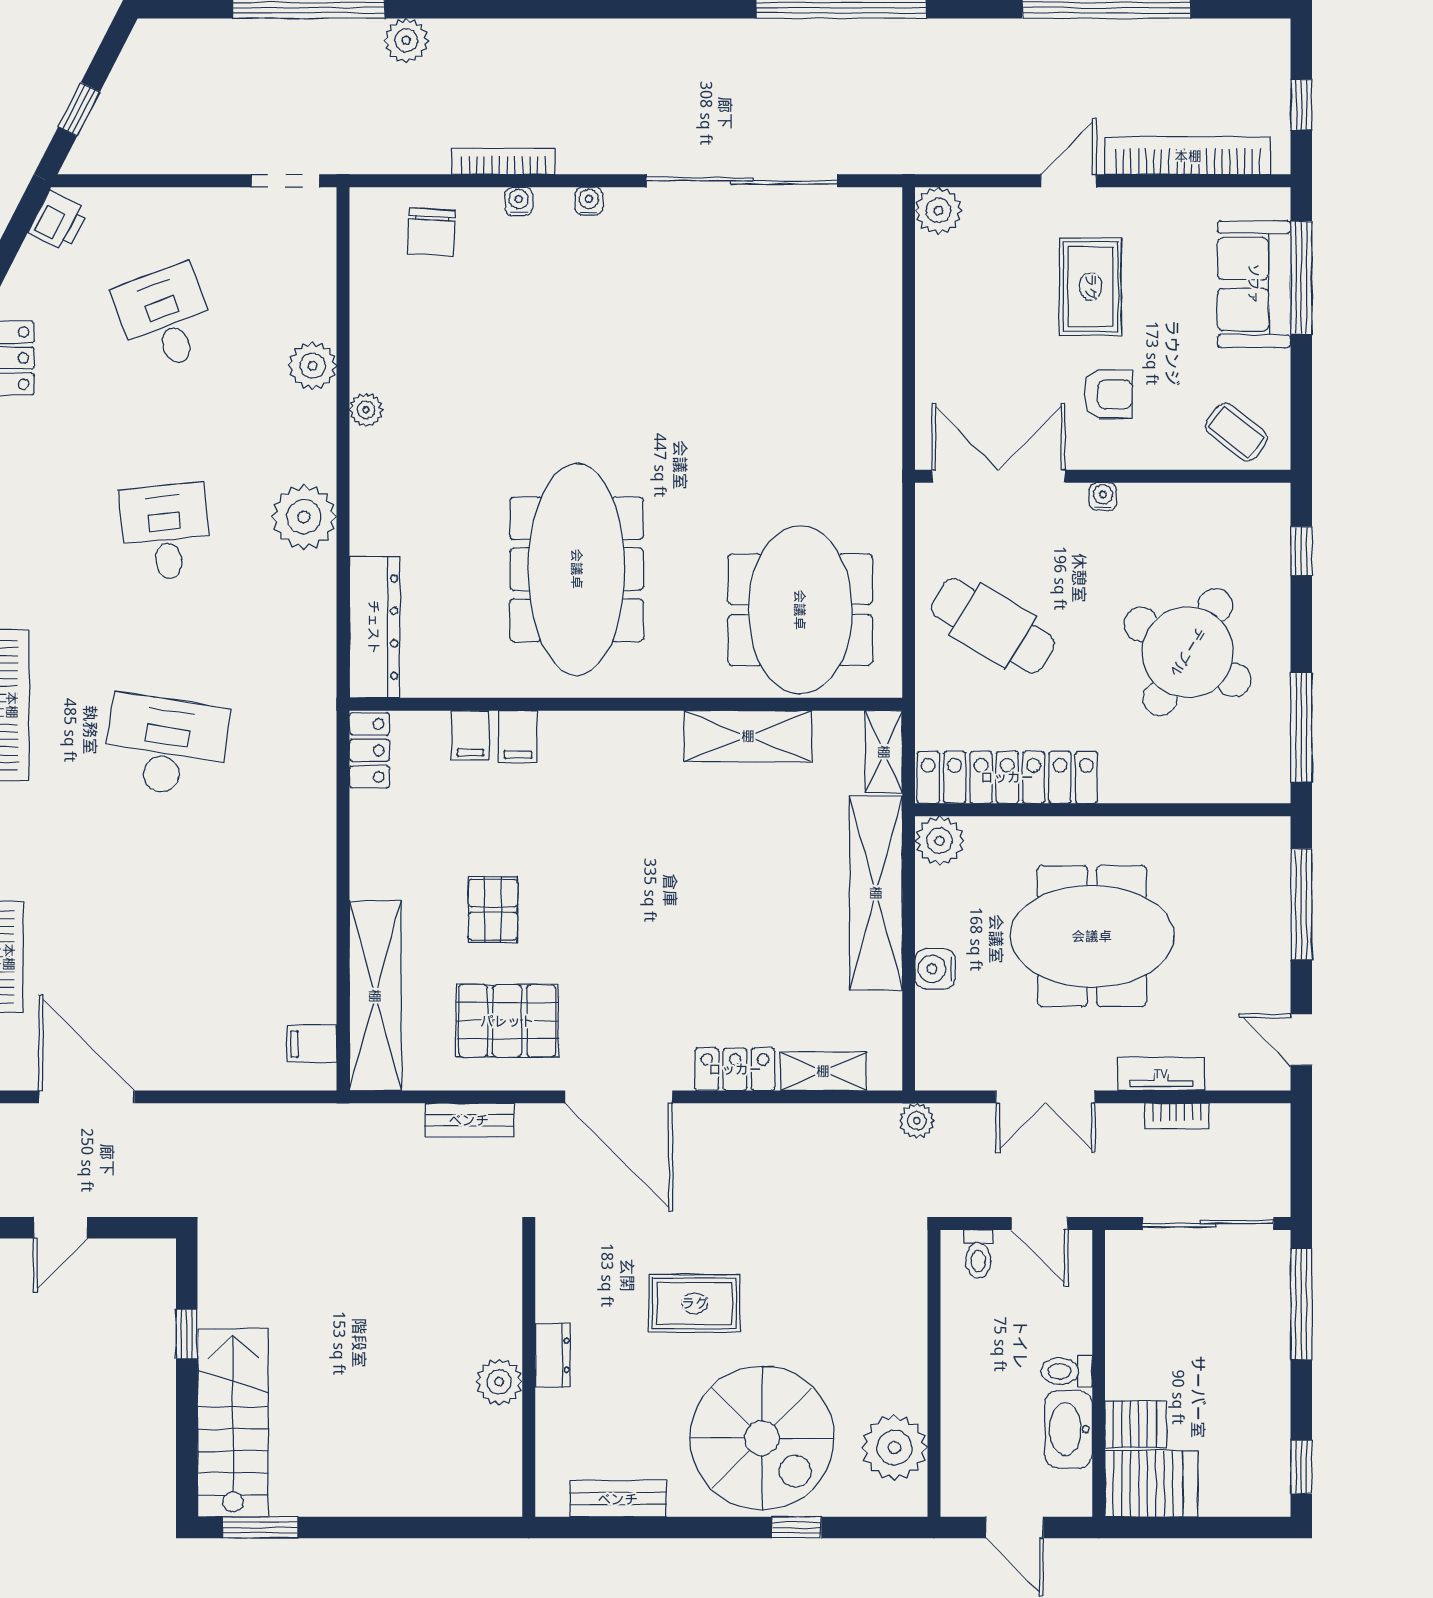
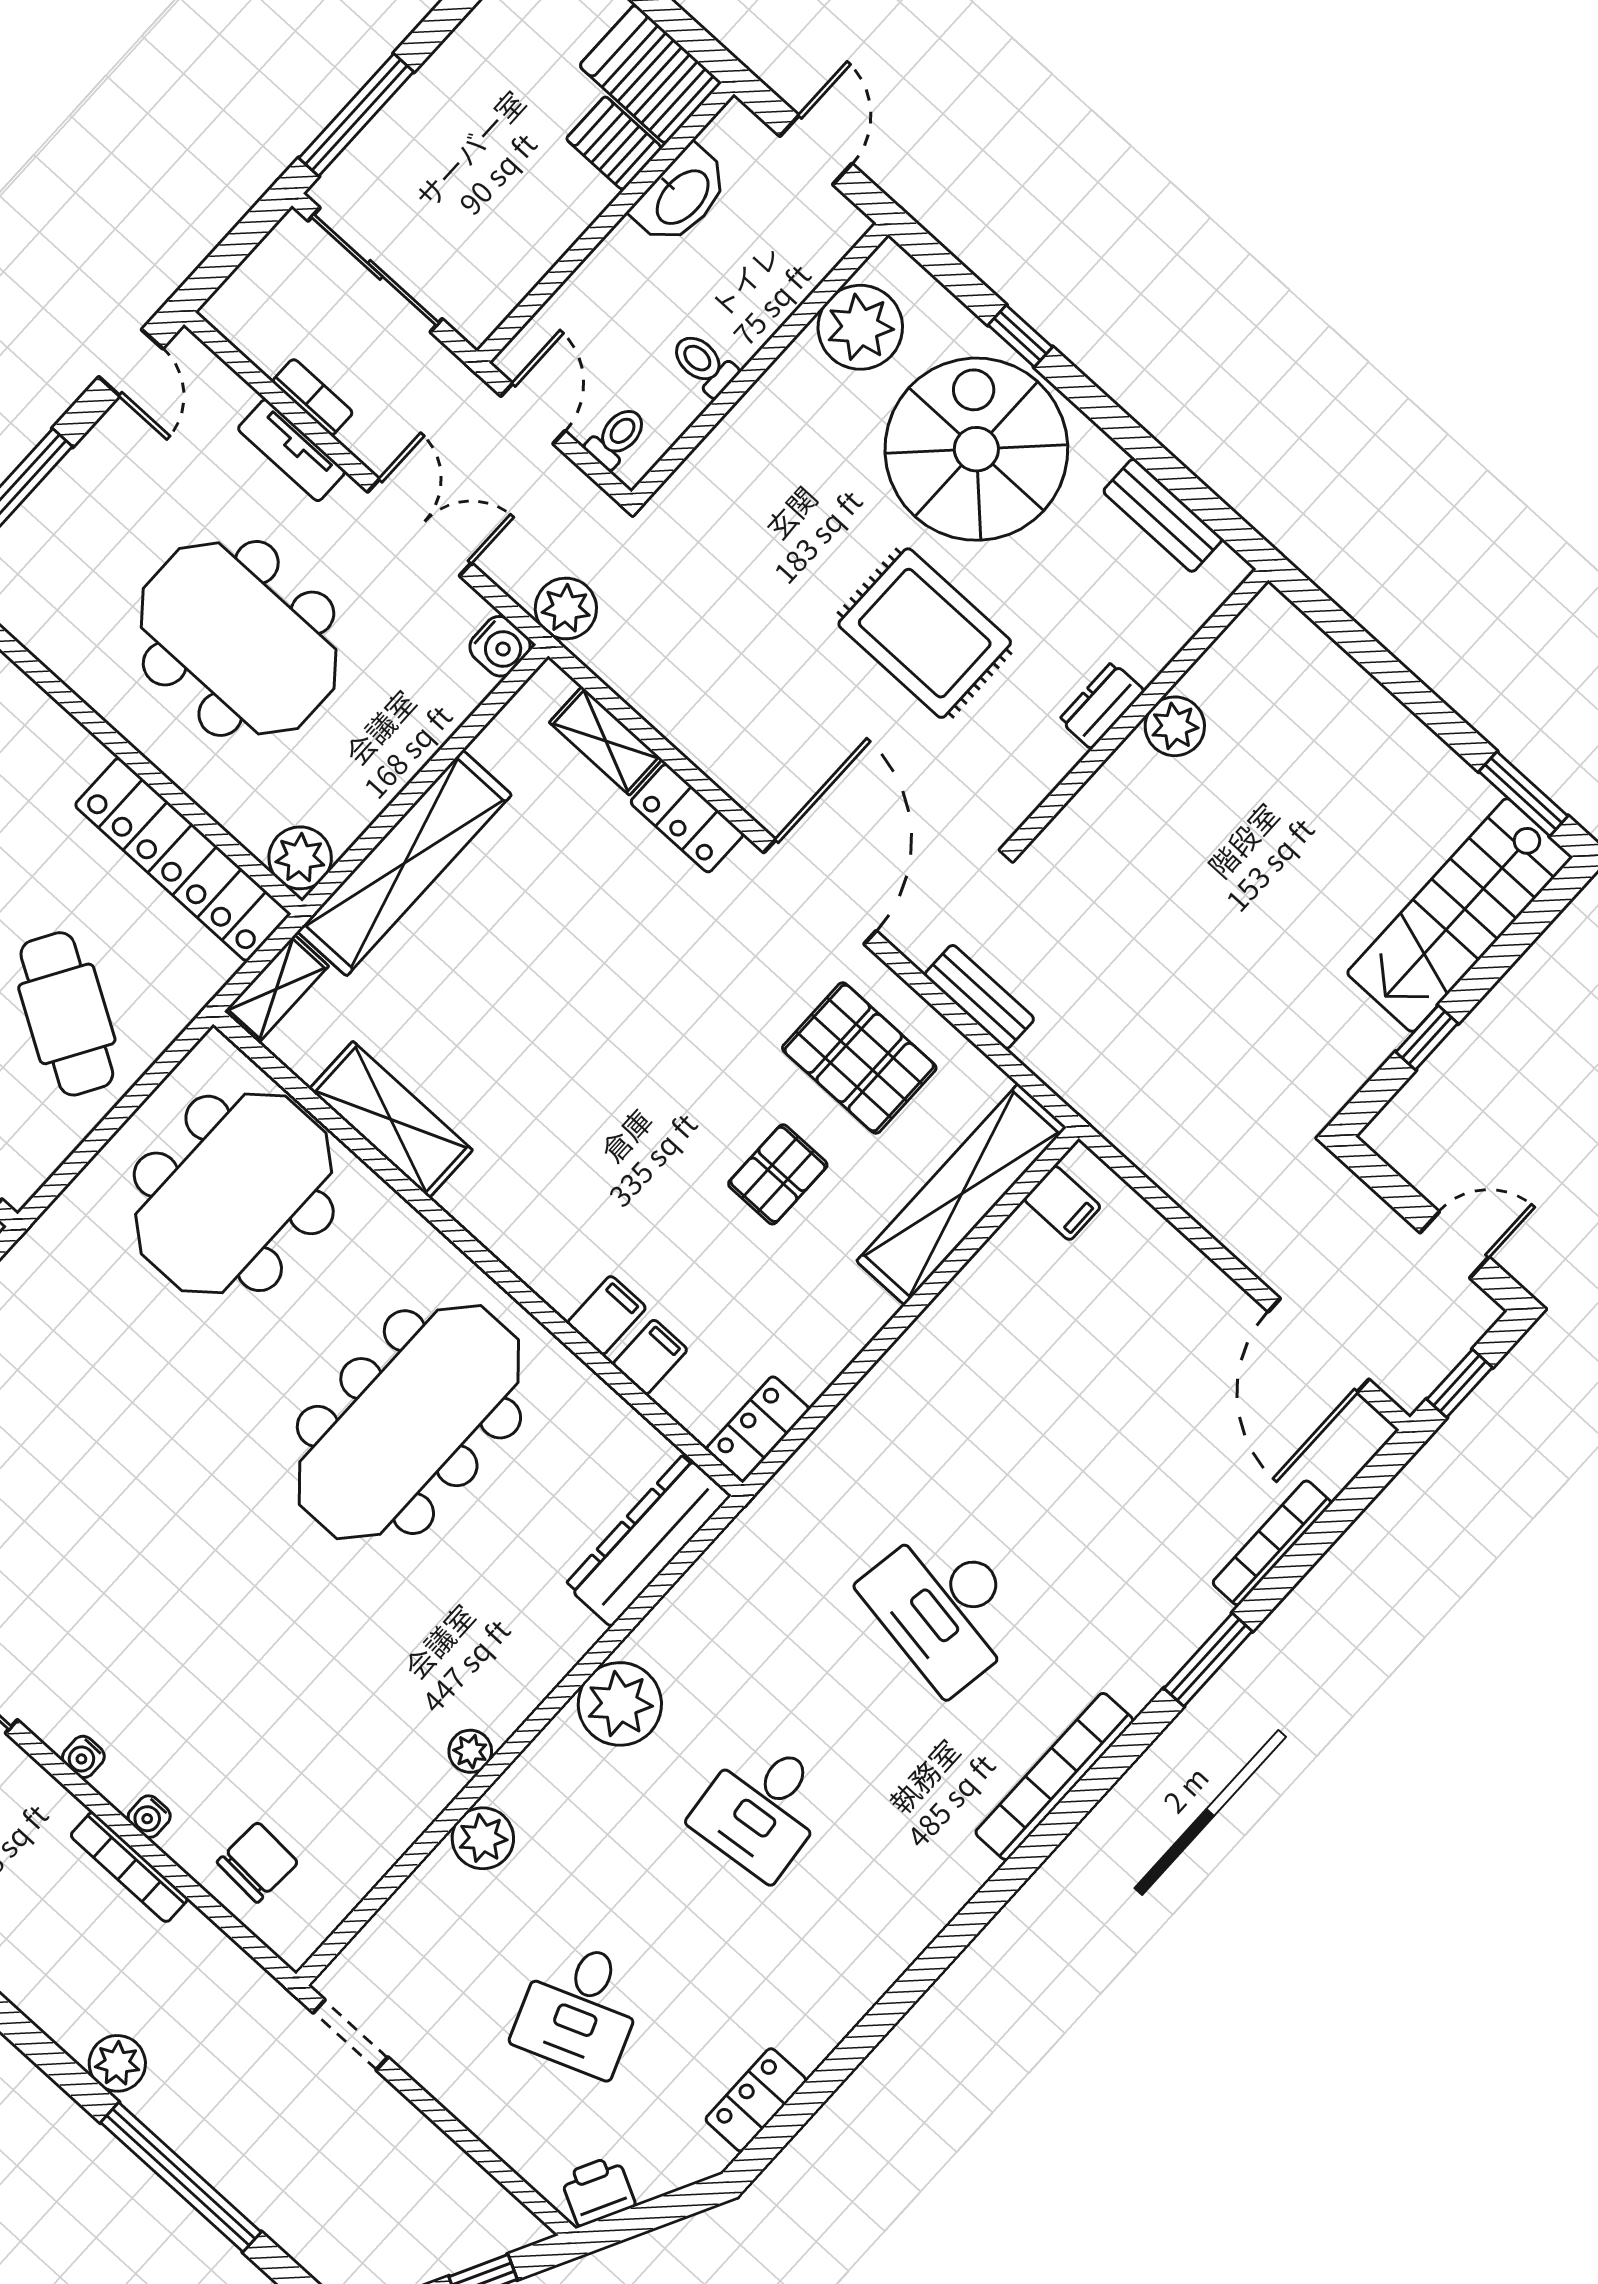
water cooler: (935, 969) -> (500, 646), moved
plant: (917, 1121) -> (566, 608), width x1.38, depth x1.38
rug: (695, 1303) -> (925, 633), width x1.36, depth x1.43
toilet: (1067, 1371) -> (704, 364), moved, turned 180

